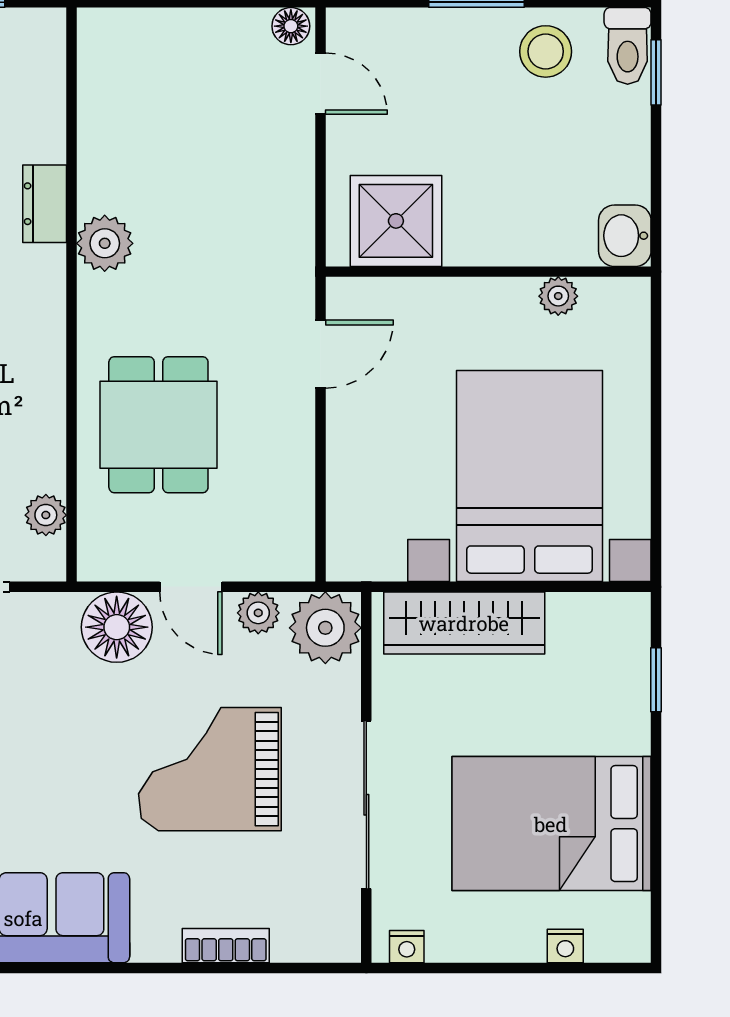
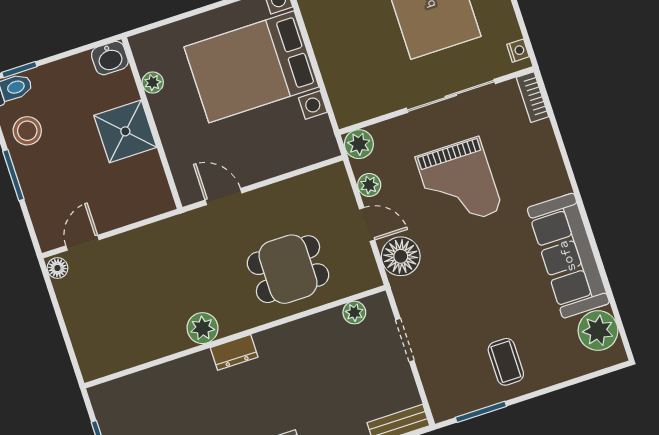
dresser: (45, 204) -> (234, 352), moved
shower: (396, 221) -> (125, 131), moved
door: (191, 587) -> (367, 225), hinge flipped
wardrobe: (464, 623) -> (339, 76), removed
plant: (325, 628) -> (359, 144), width x0.73, depth x0.73
bookcase: (226, 946) -> (533, 97), moved

